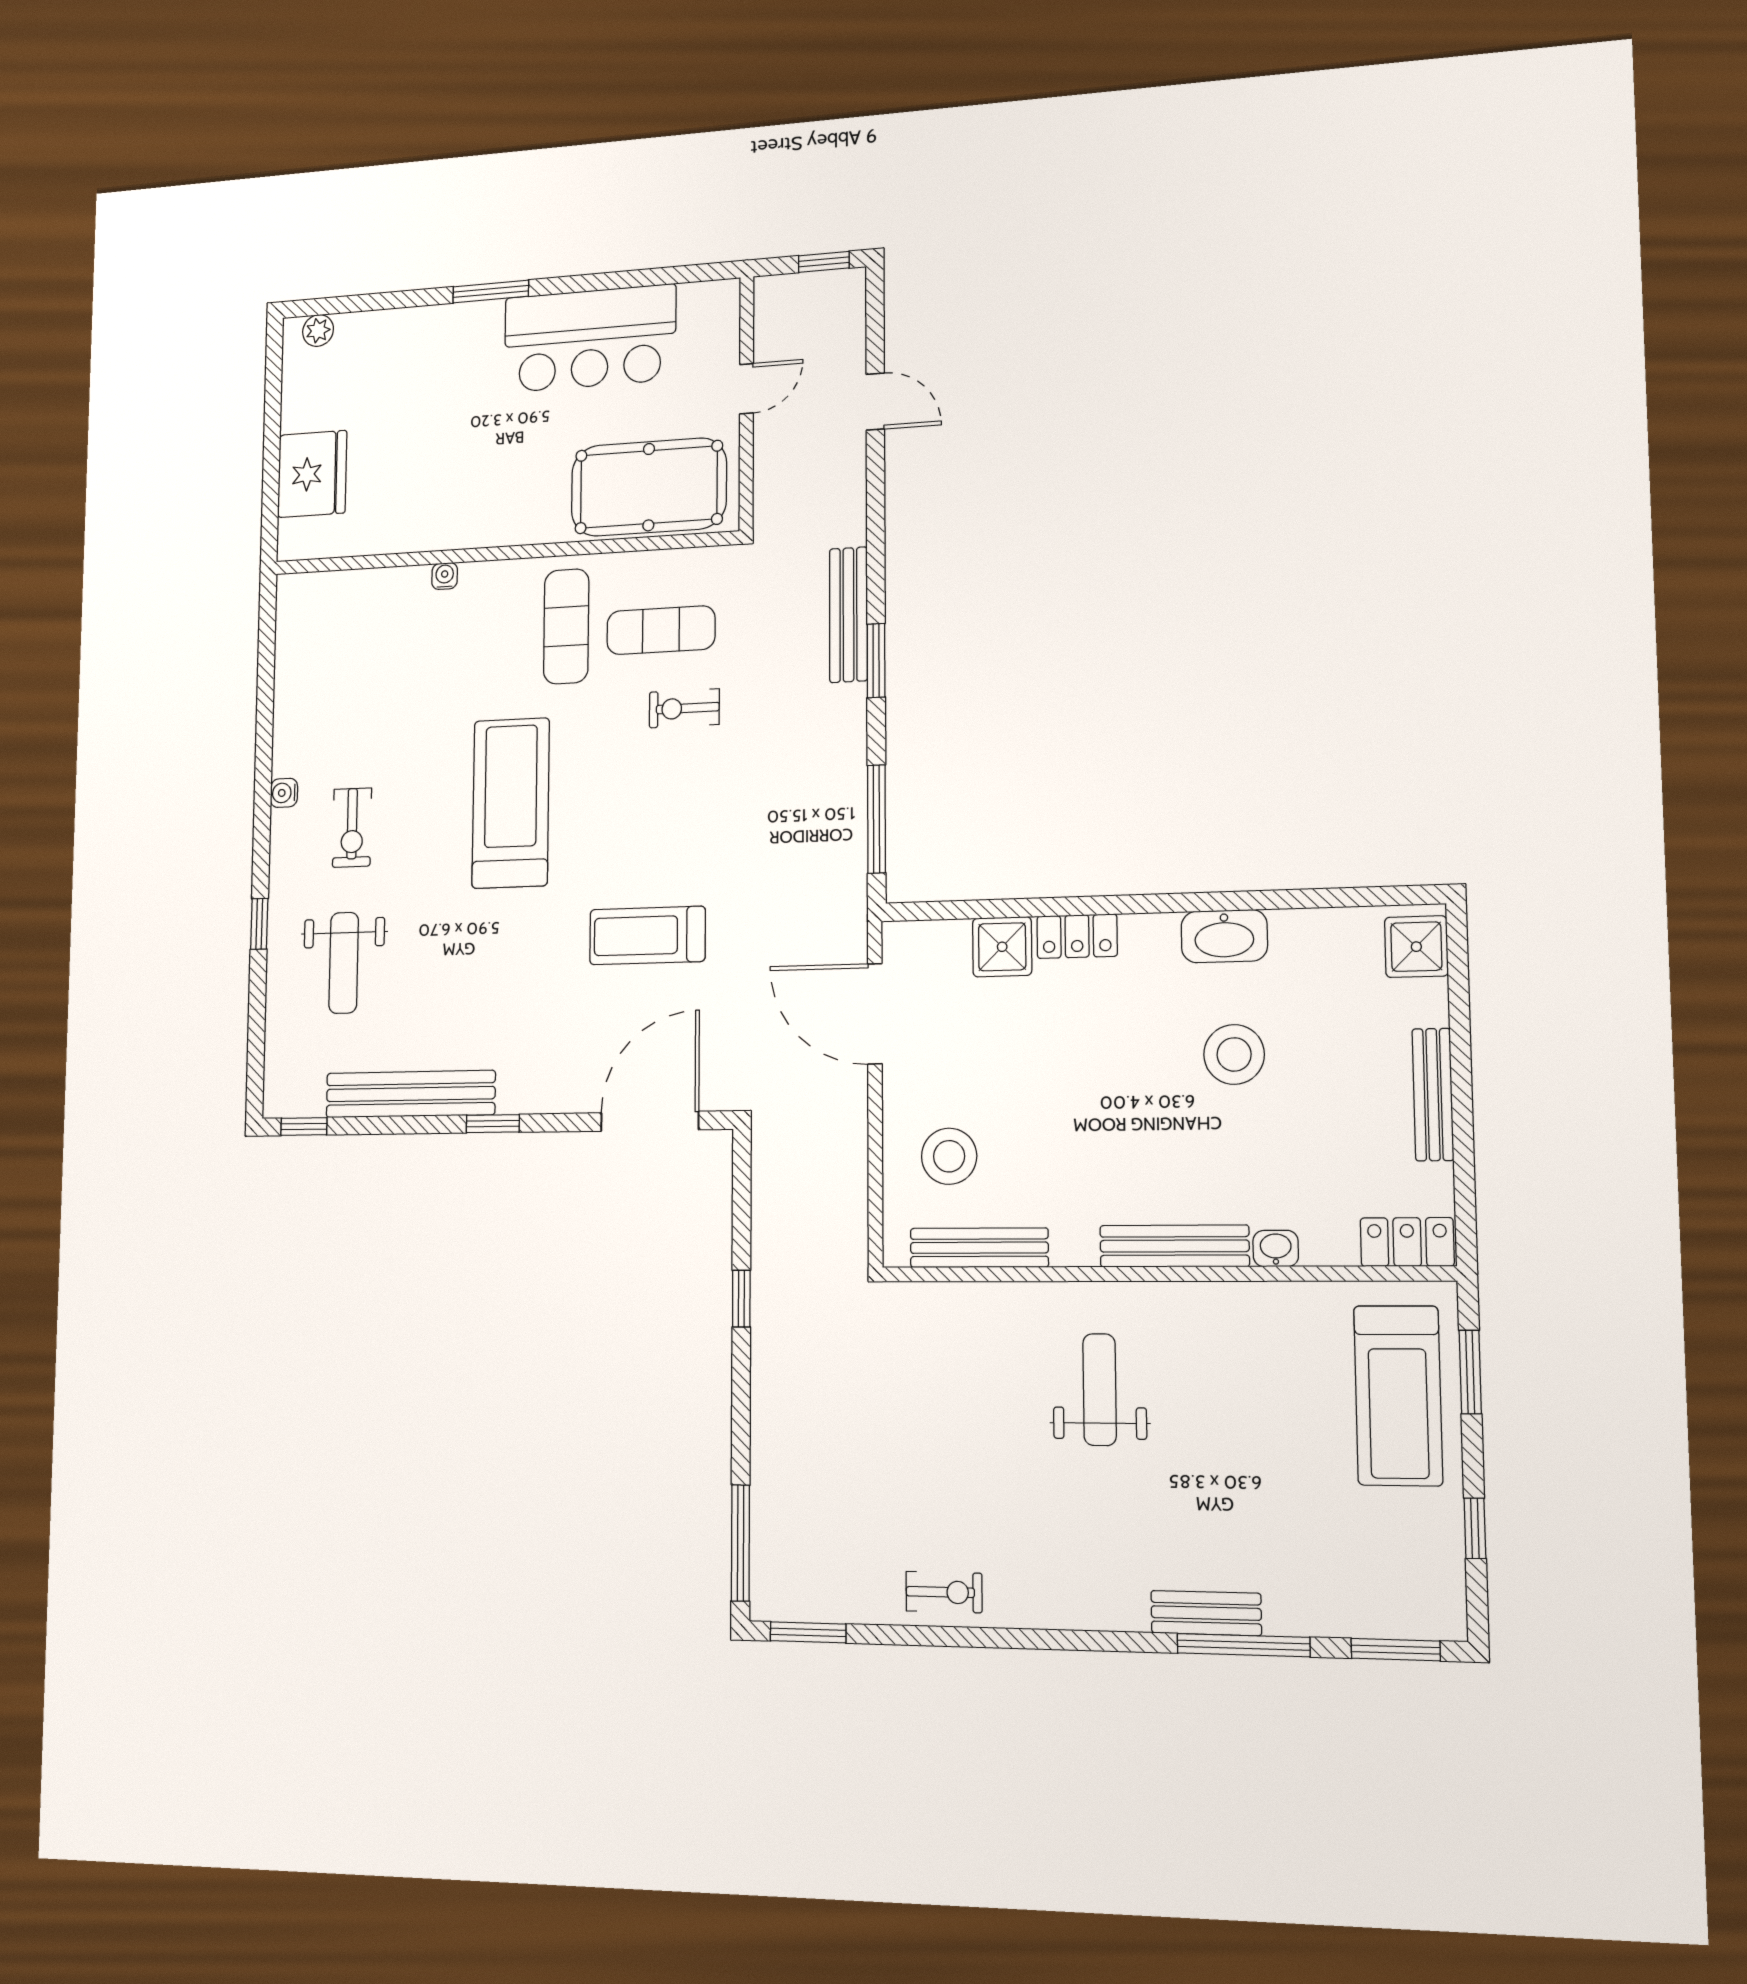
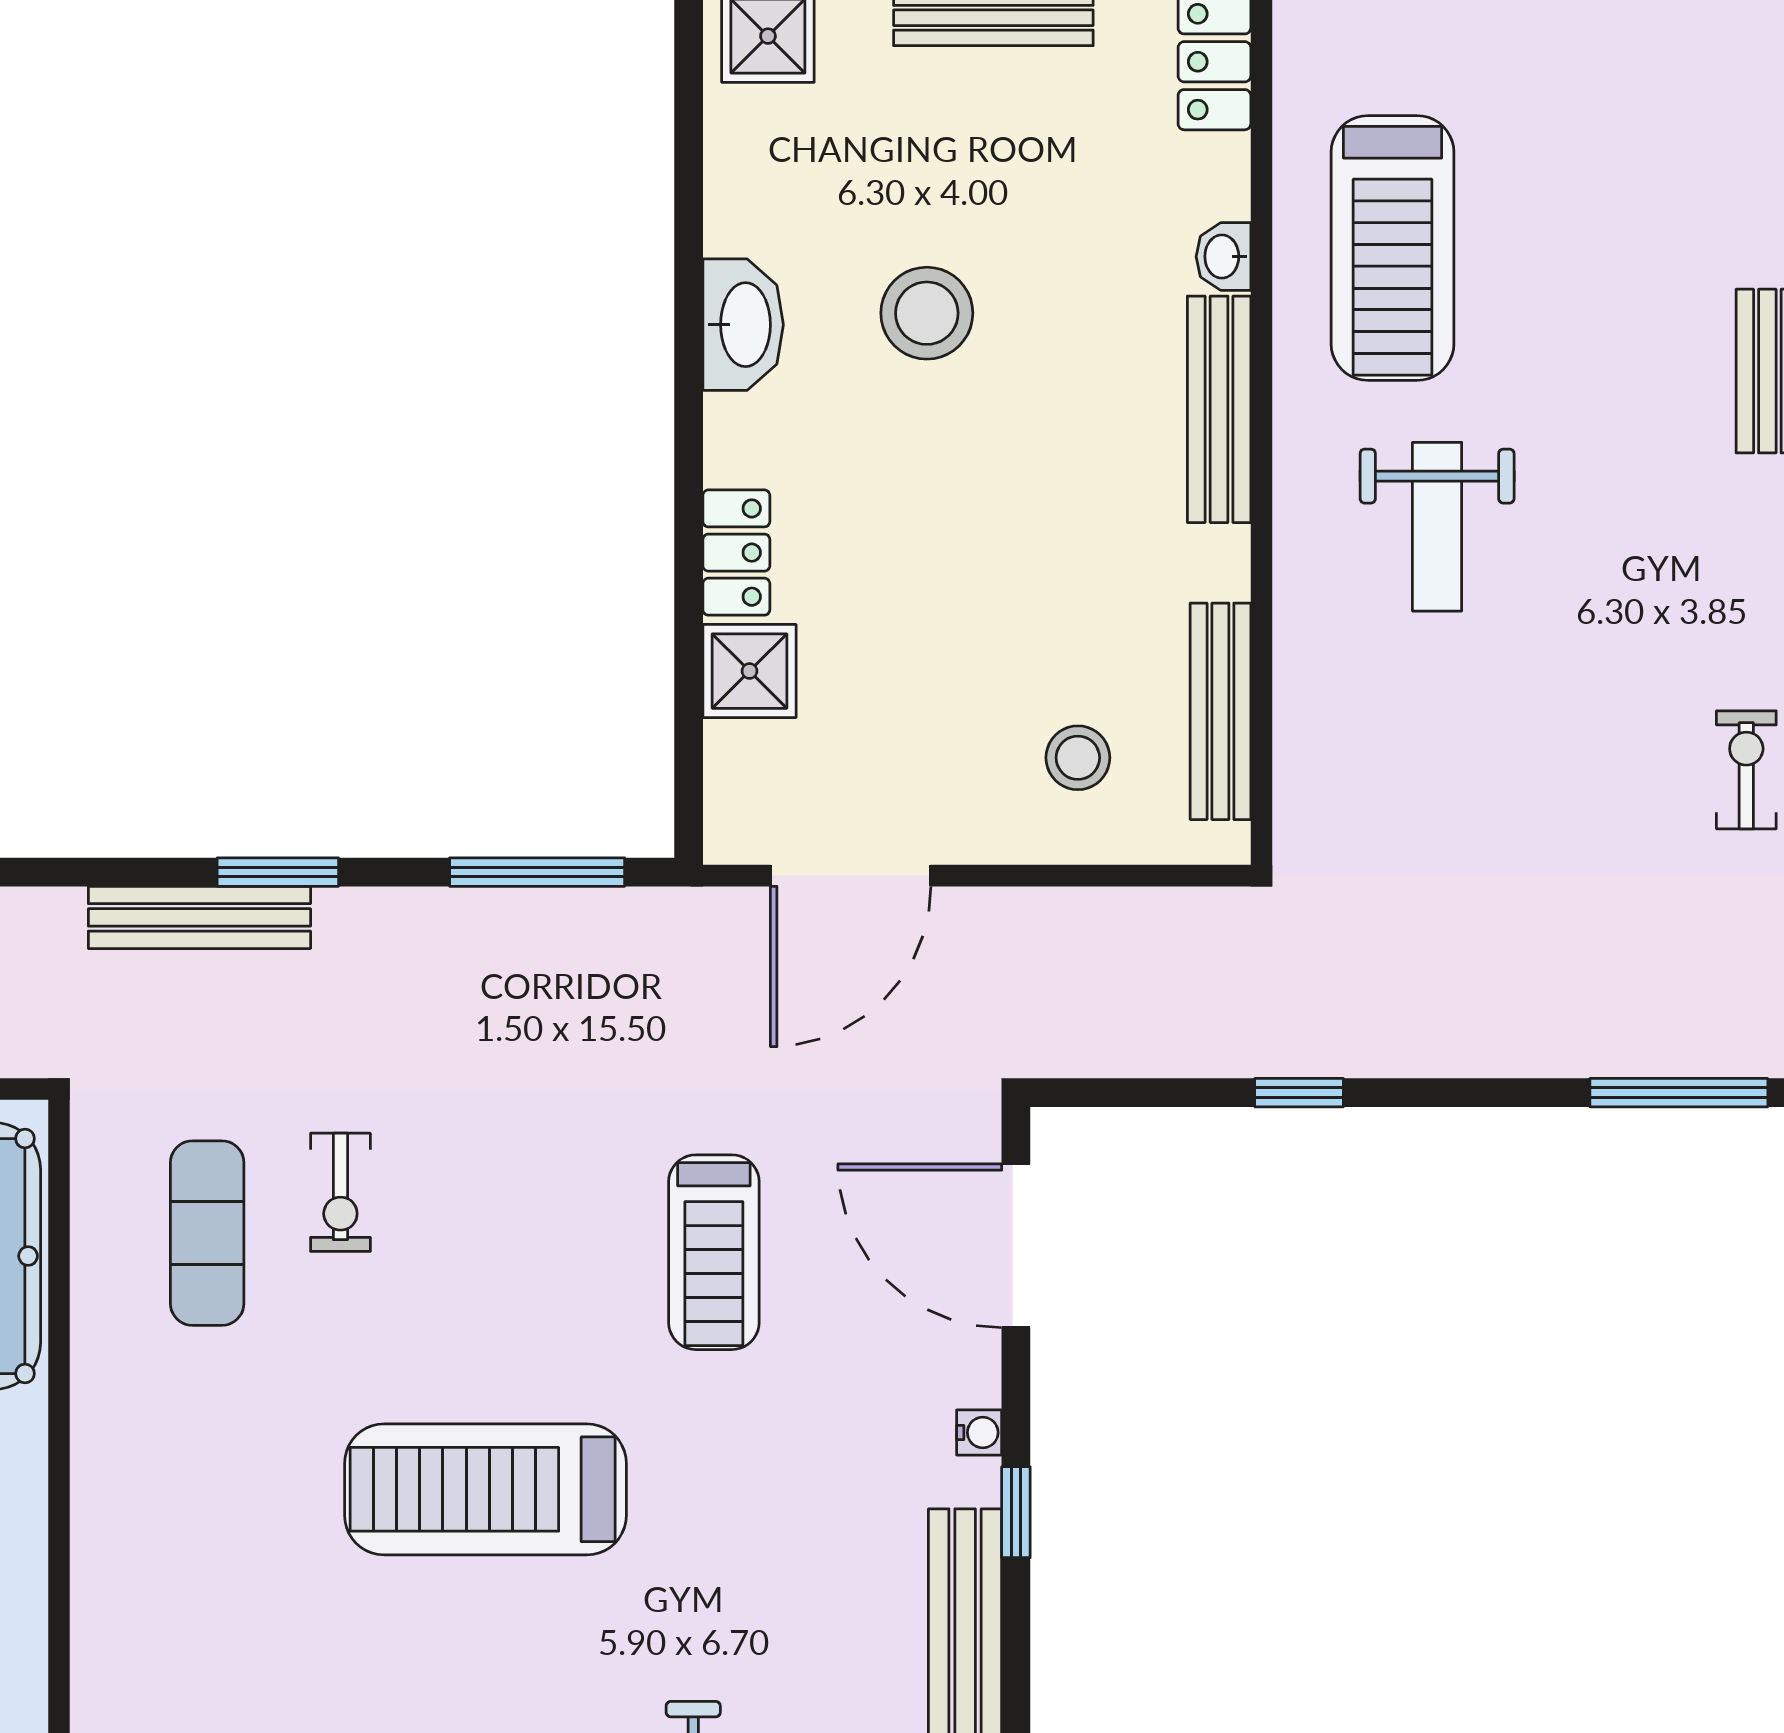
water cooler: (445, 576) -> (979, 1433), moved, turned 180
exercise mat: (566, 626) -> (191, 1397), removed
stool: (949, 1156) -> (1078, 758), width x0.73, depth x0.73
weight bench: (1100, 1390) -> (1437, 527), turned -90
treadmill: (1398, 1395) -> (1393, 248), moved, turned 90

